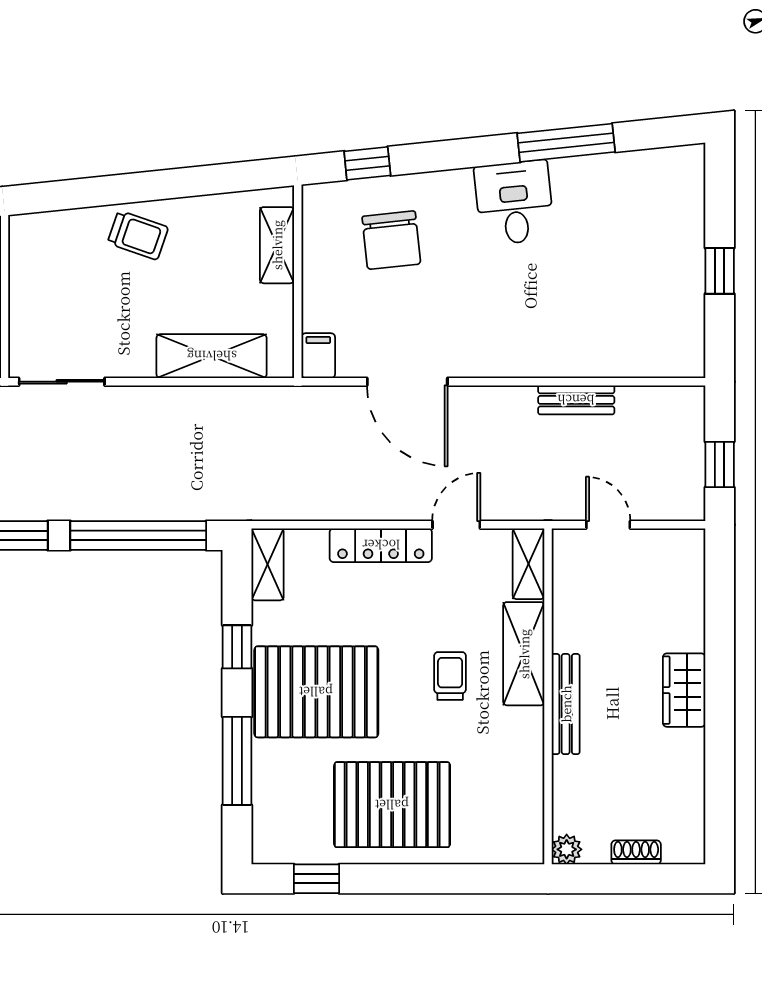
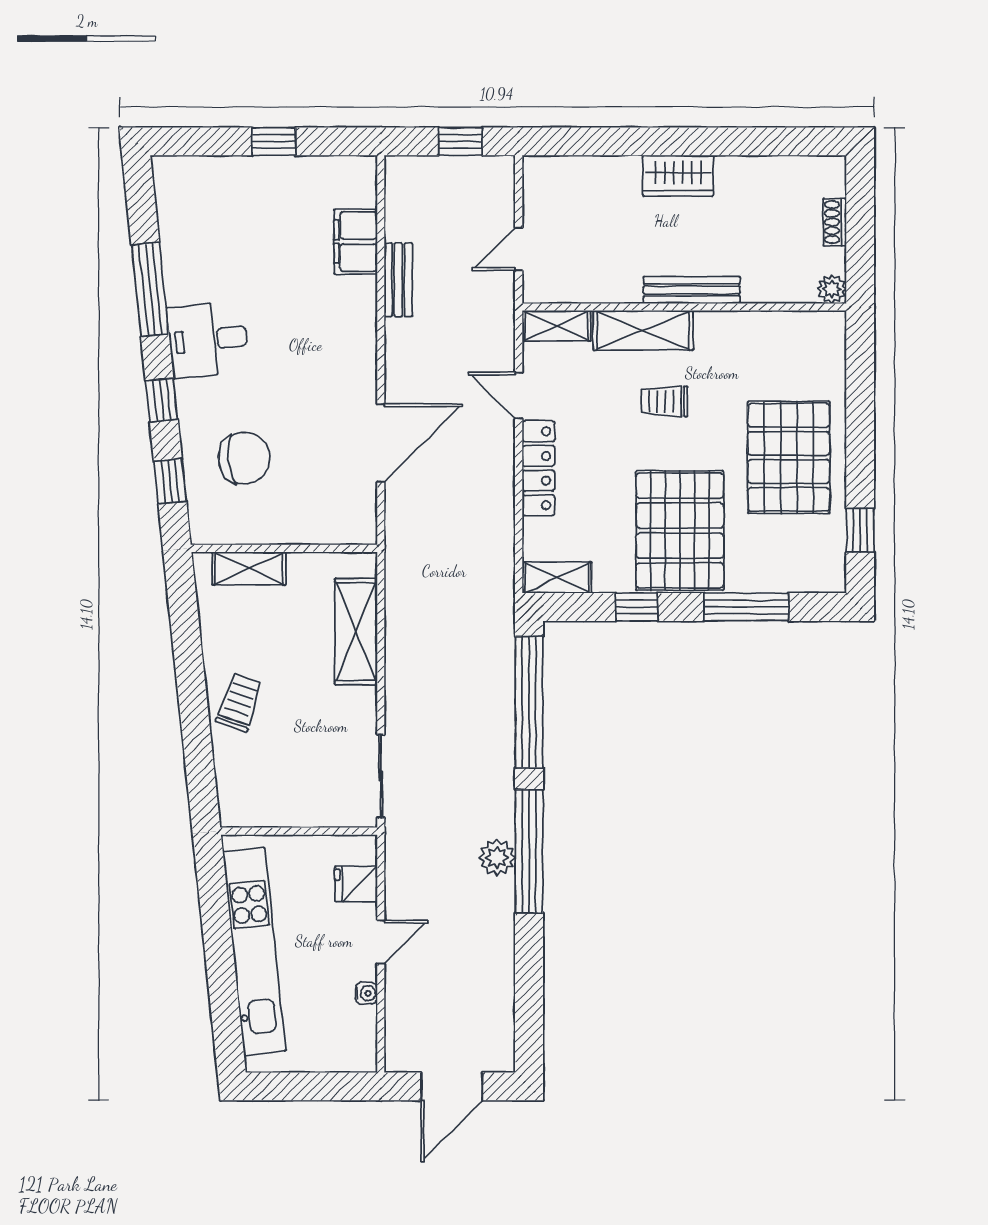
window: (452, 155) -> (162, 400), added
filing cabinet: (318, 356) -> (356, 242), moved, width x2.00

